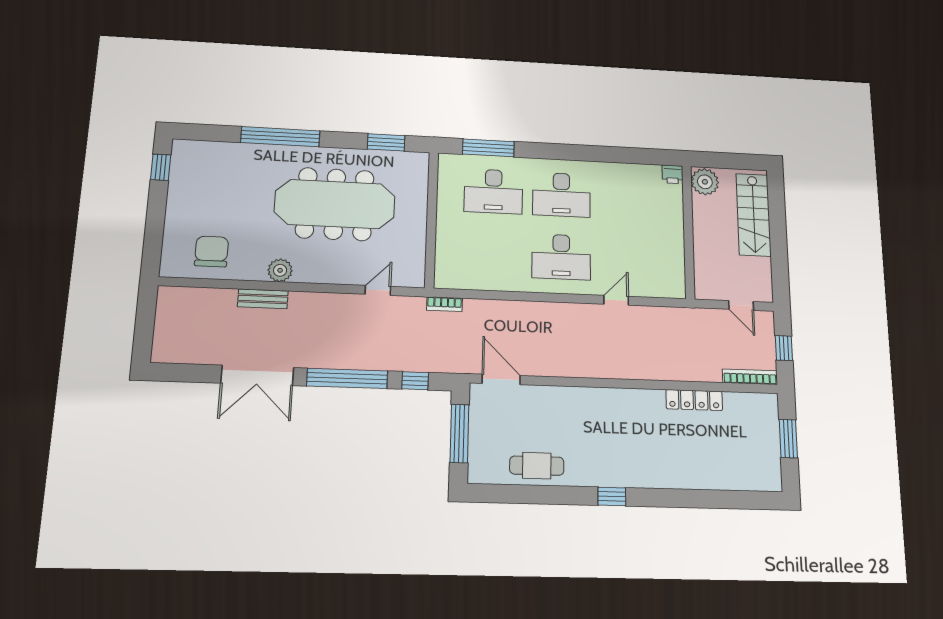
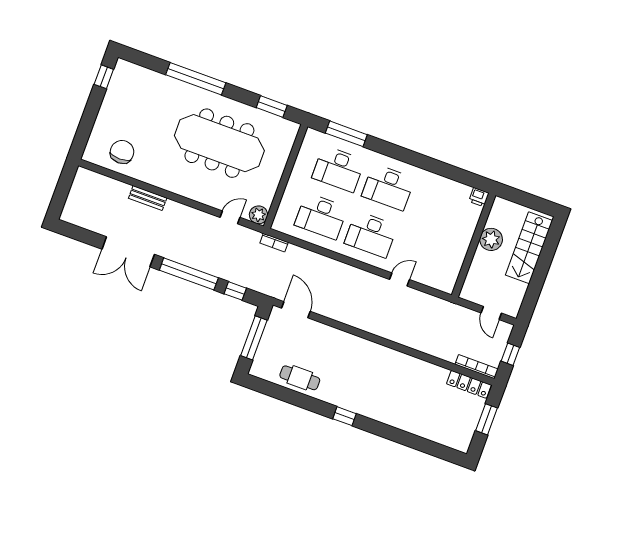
plant: (705, 182) -> (491, 239), moved
desk: (492, 254) -> (321, 216), added
plant: (280, 270) -> (259, 215), moved
locker: (694, 400) -> (469, 384), moved

